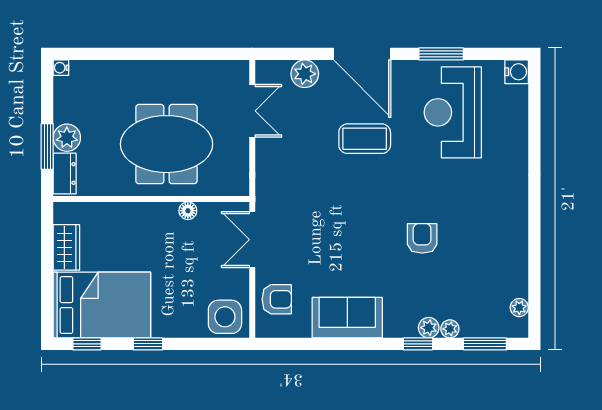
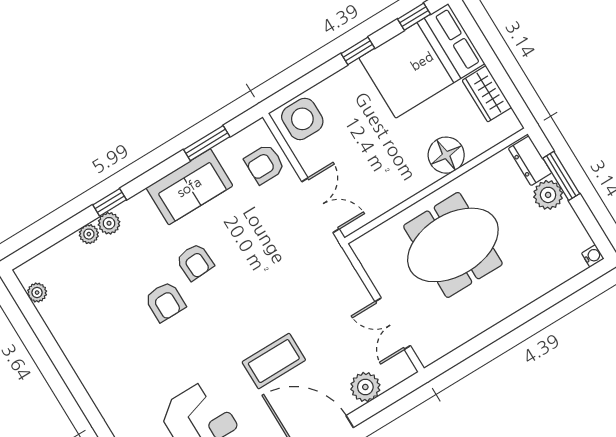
floor lamp: (188, 211) -> (446, 155), moved, width x1.89, depth x1.89
armchair: (379, 256) -> (195, 262), added
window: (485, 344) -> (207, 143), moved

